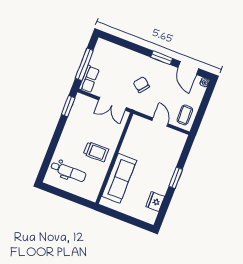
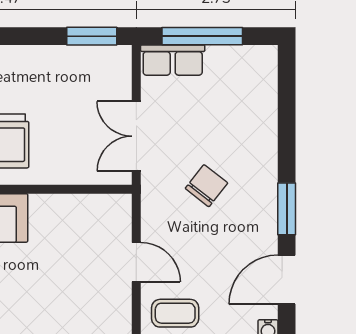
door: (160, 122) -> (136, 262), hinge flipped

